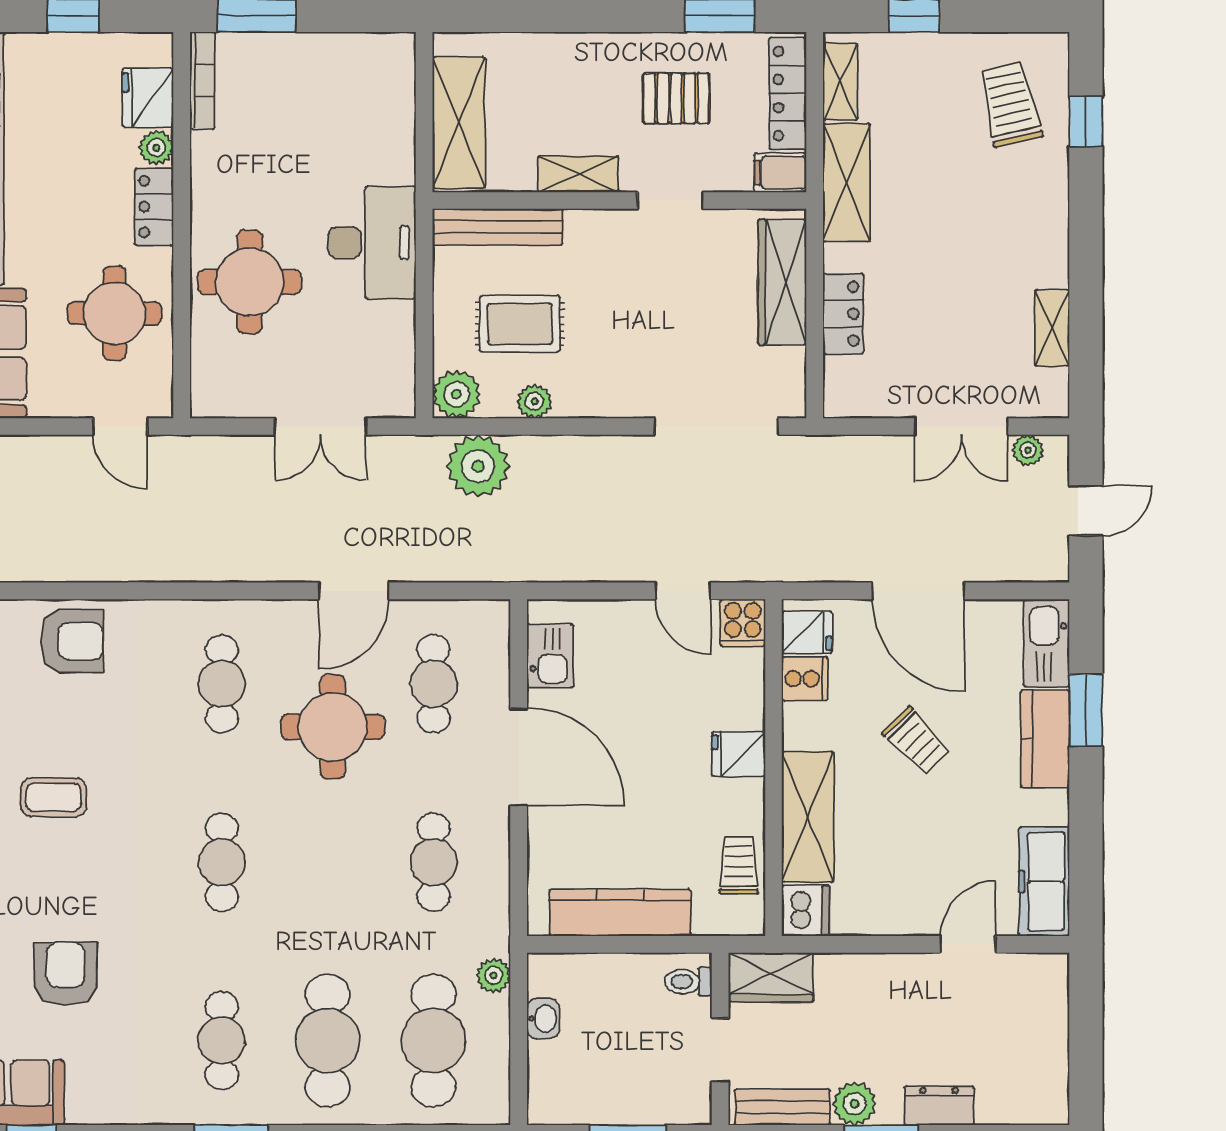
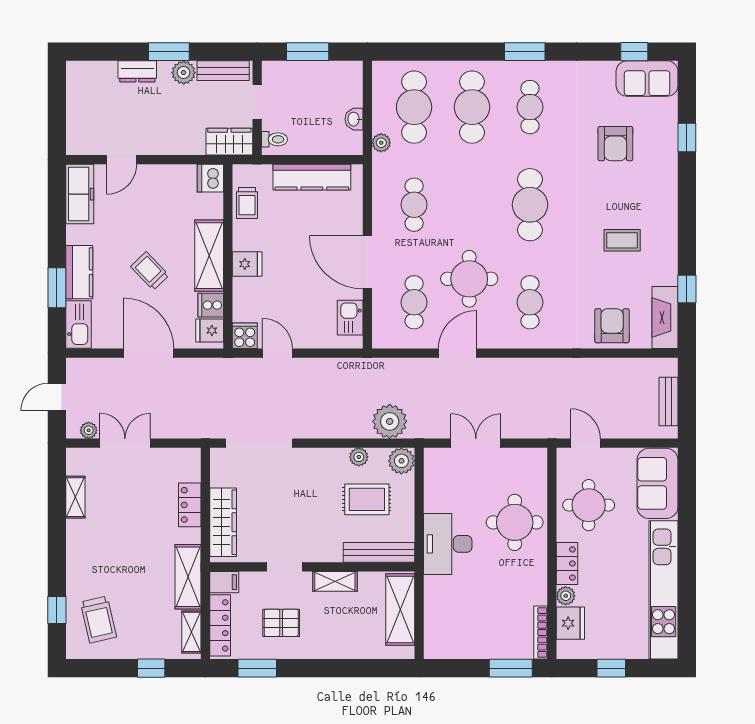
armchair: (72, 641) -> (612, 326), turned 90
shelving: (808, 817) -> (209, 256), moved
cafe table: (222, 862) -> (530, 205), width x1.37, depth x1.35

